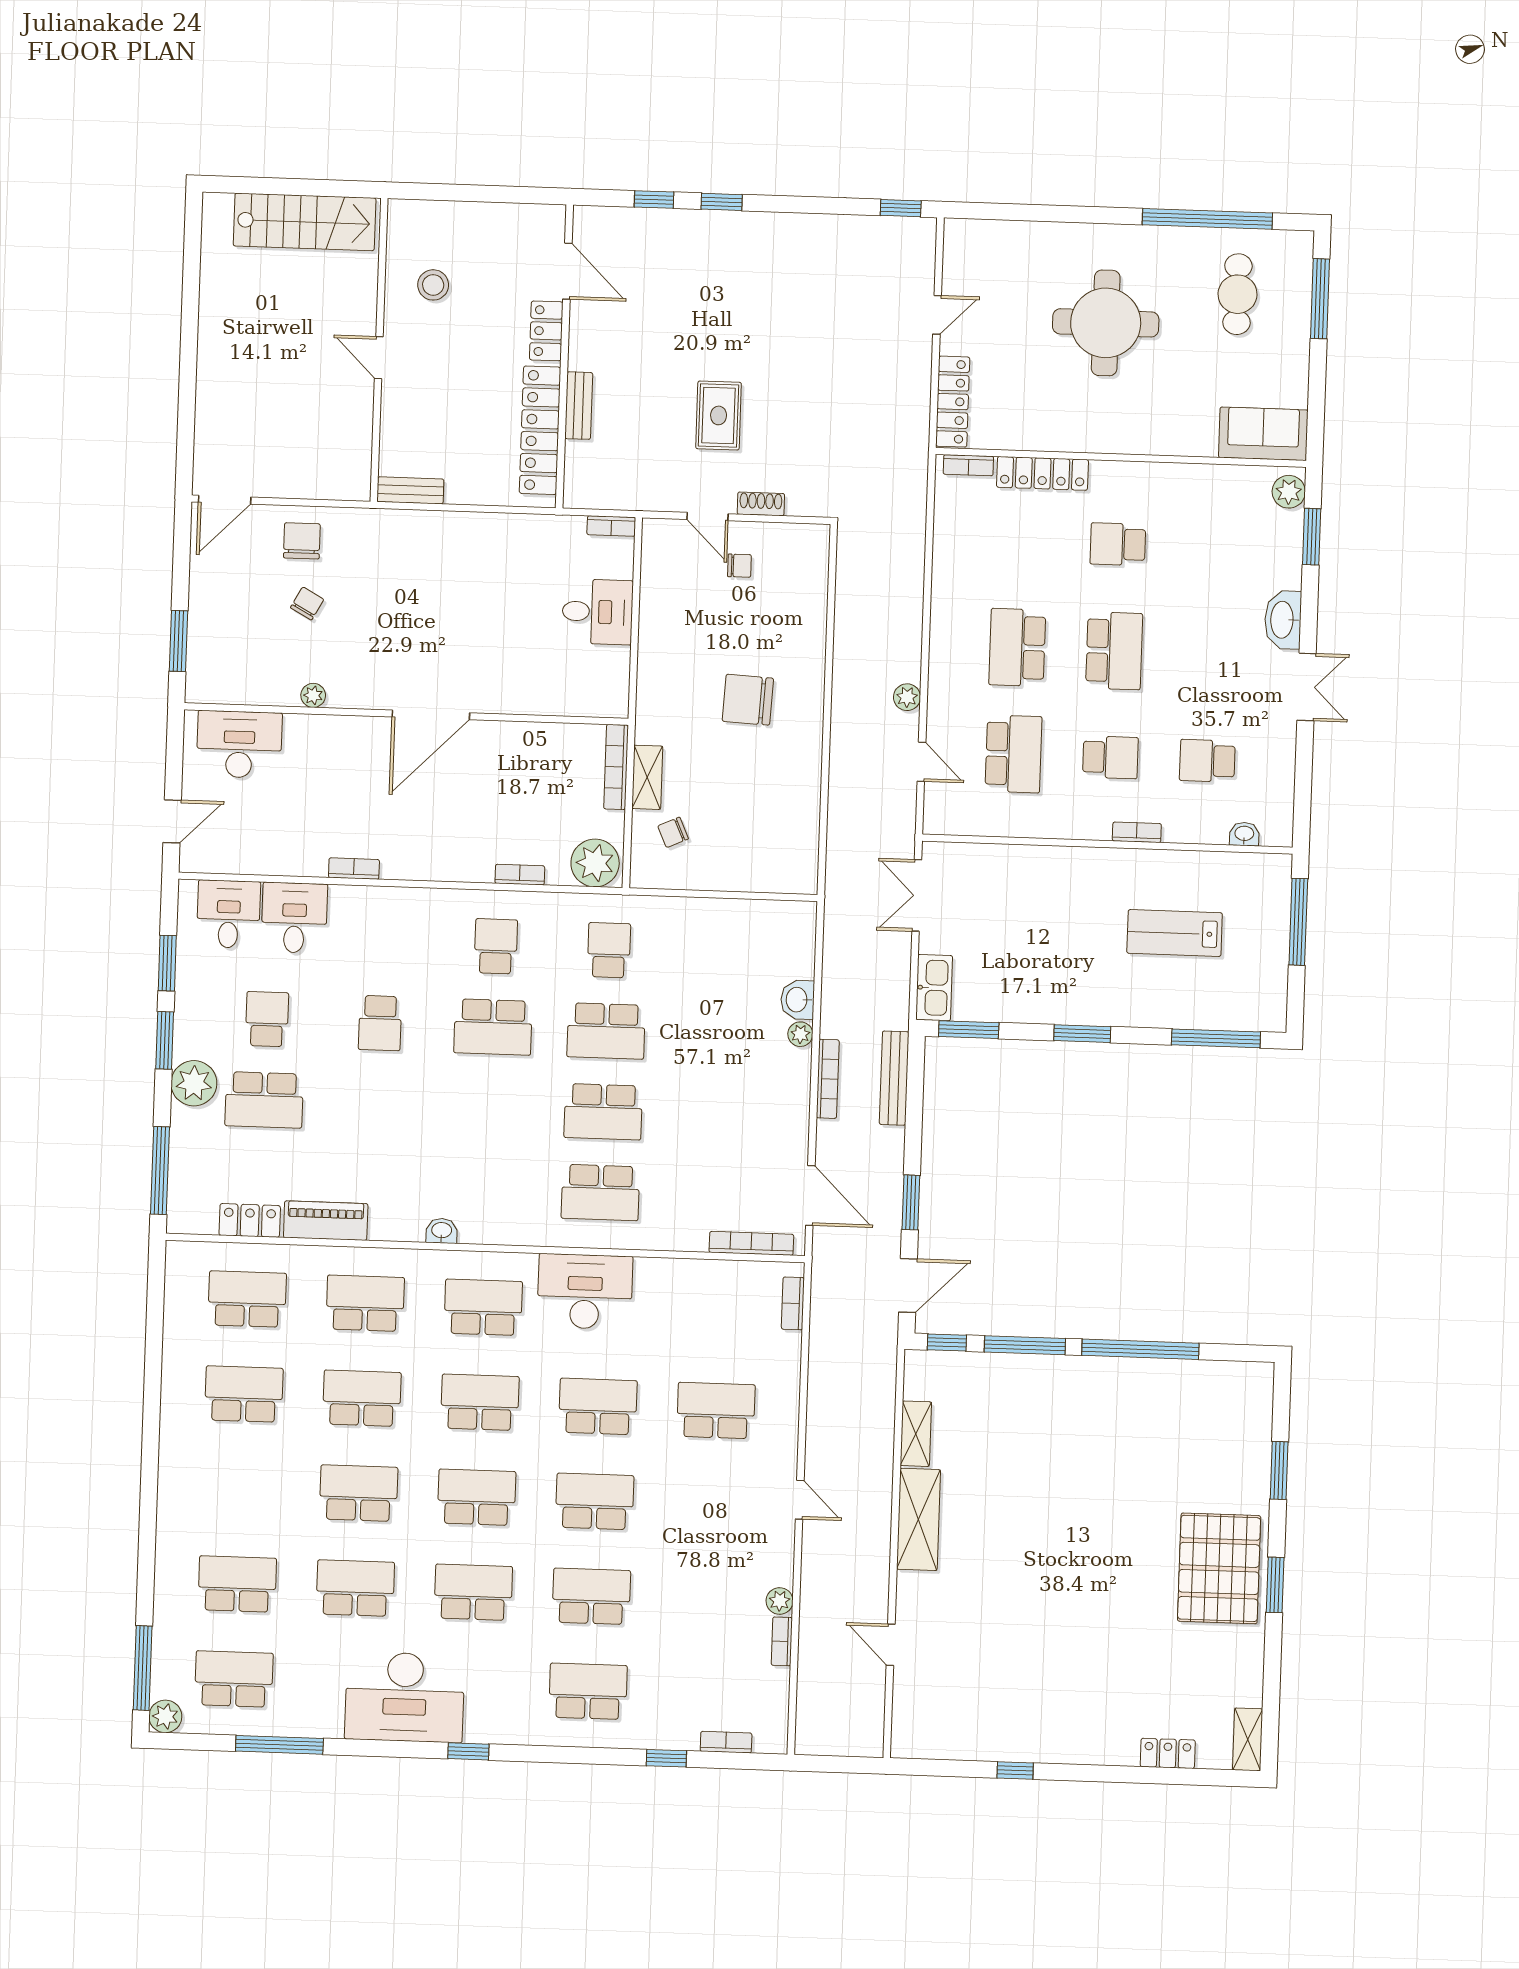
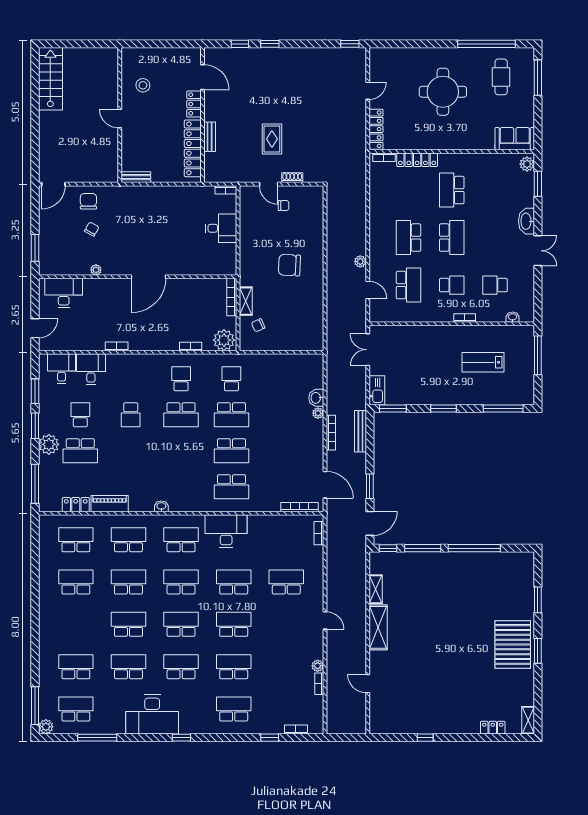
stairs: (305, 222) -> (50, 79), moved, turned -90
school desk: (1118, 544) -> (452, 190), width x1.85

